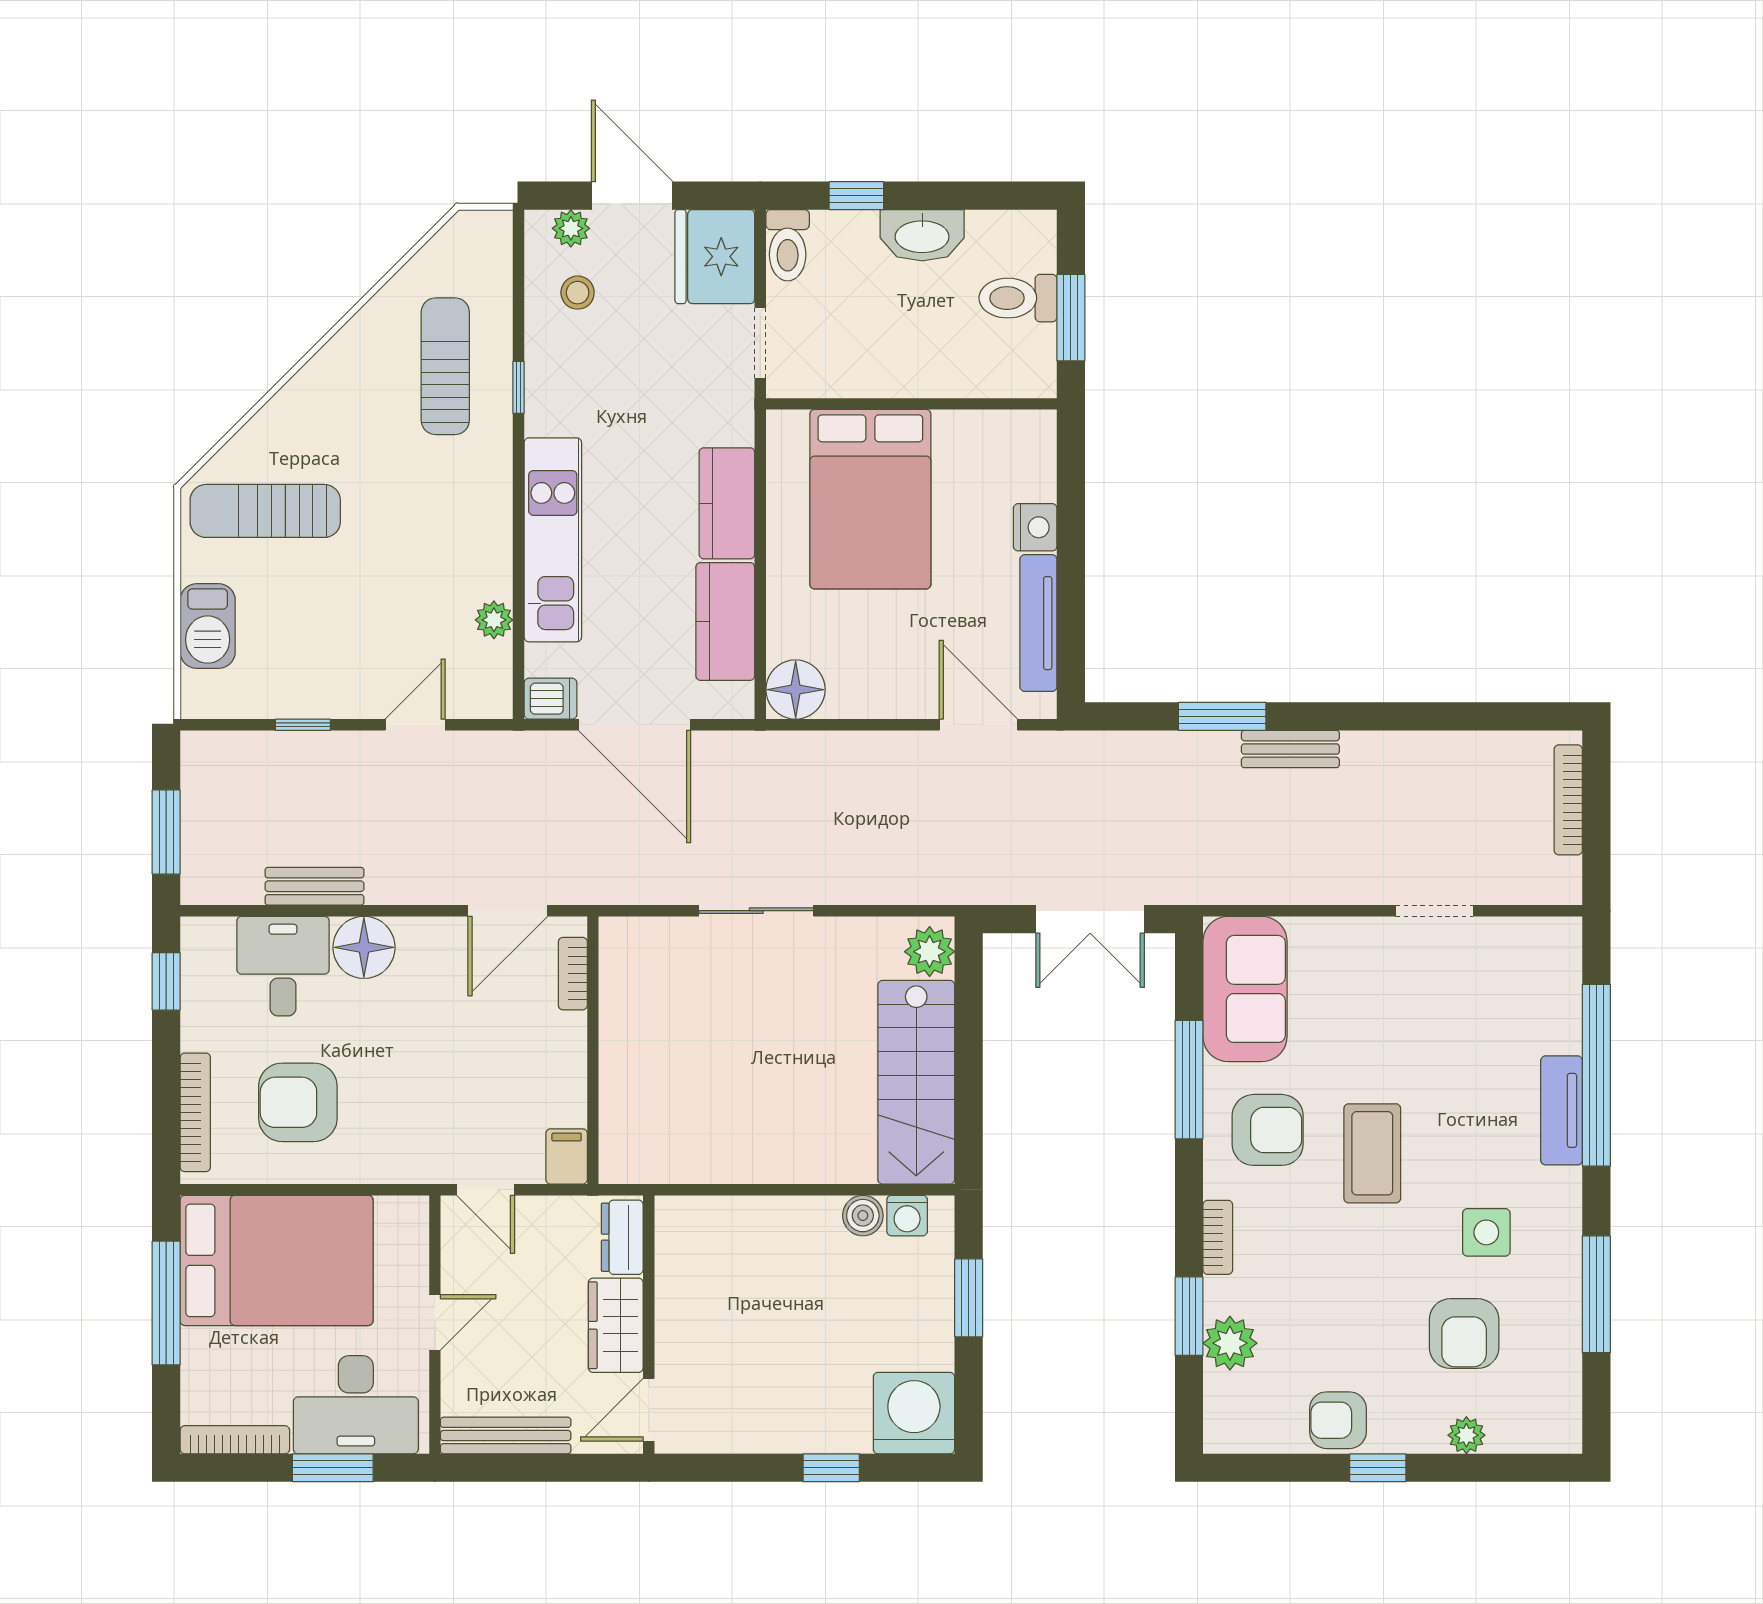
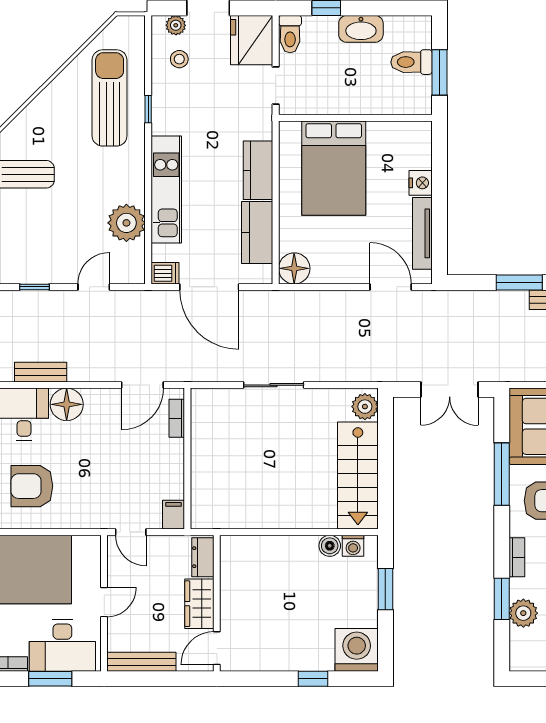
sun lounger: (445, 366) -> (110, 98), width x1.36, depth x1.34
plant: (494, 620) -> (126, 223), width x1.87, depth x1.87

